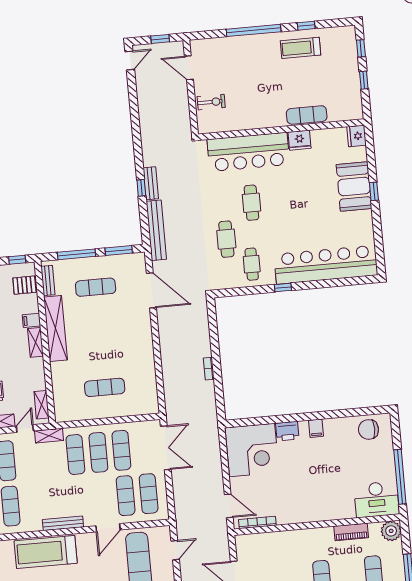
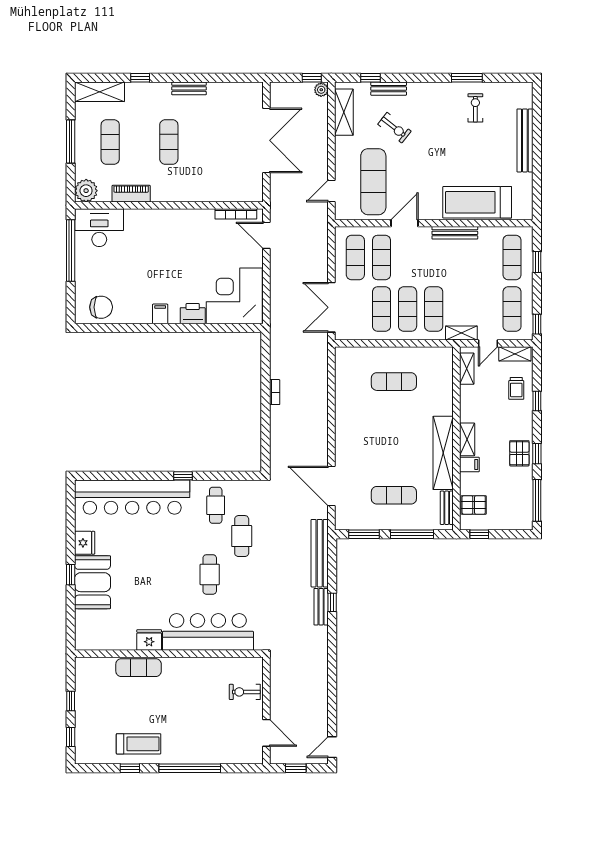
fridge: (356, 136) -> (85, 543), moved
treadmill: (46, 552) -> (477, 202), turned 180

